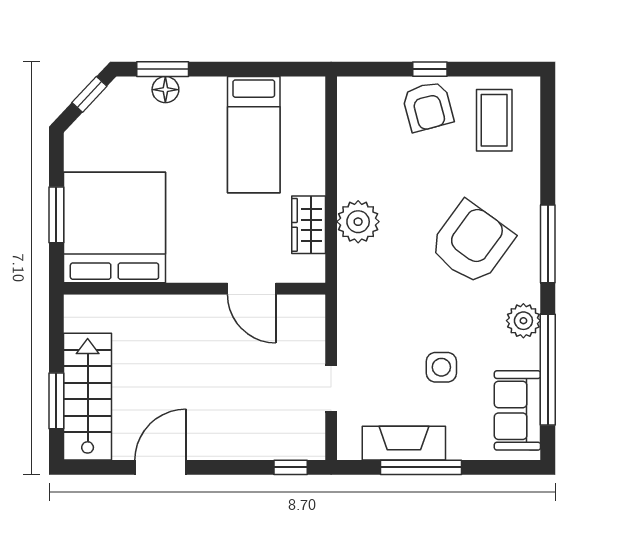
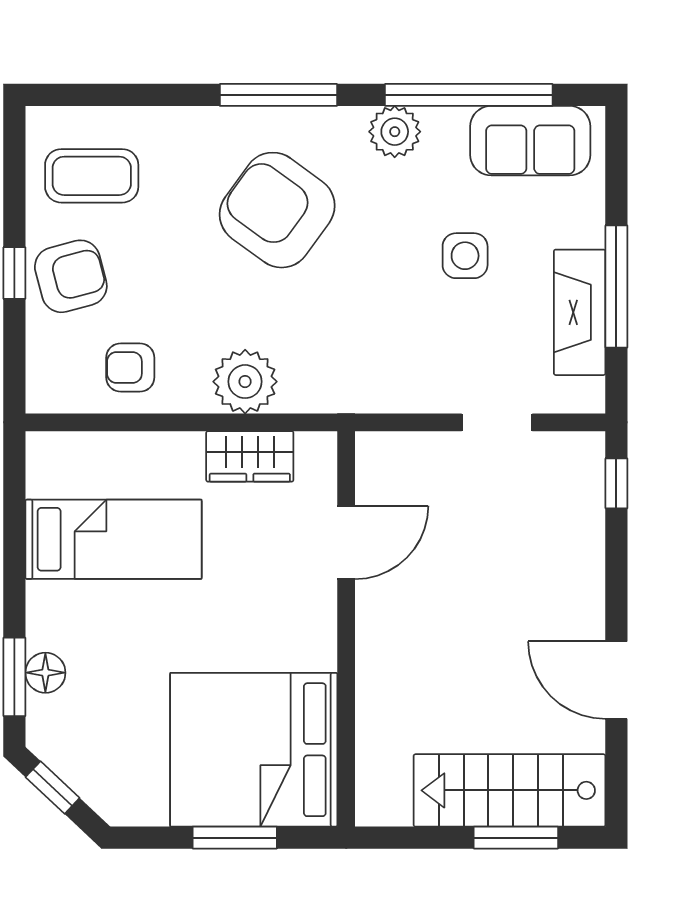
armchair: (367, 146) -> (130, 367), added

